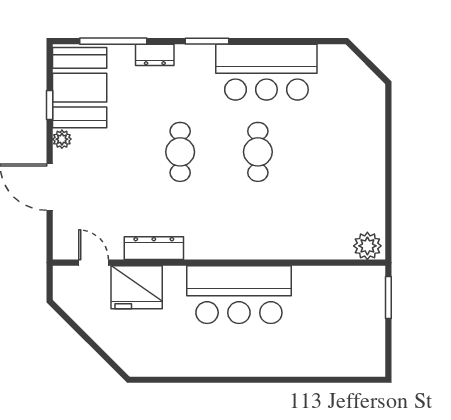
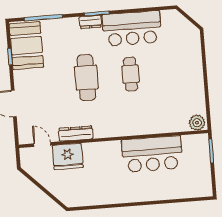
dresser: (155, 55) -> (90, 22), moved
plant: (62, 139) -> (19, 76), removed
cafe table: (180, 152) -> (86, 78), width x1.37, depth x1.35
bar counter: (239, 295) -> (152, 154), moved

